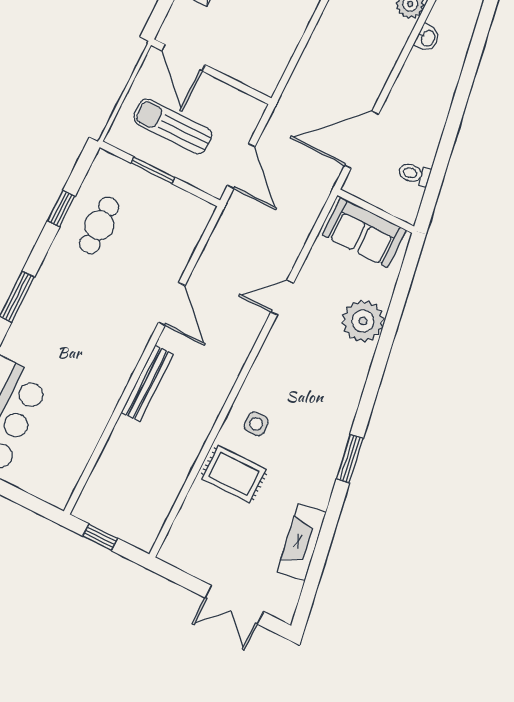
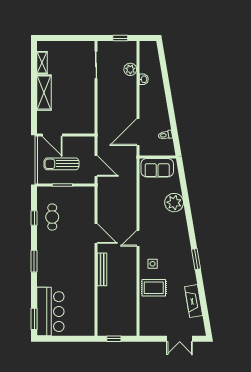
door: (282, 298) -> (138, 238), moved

